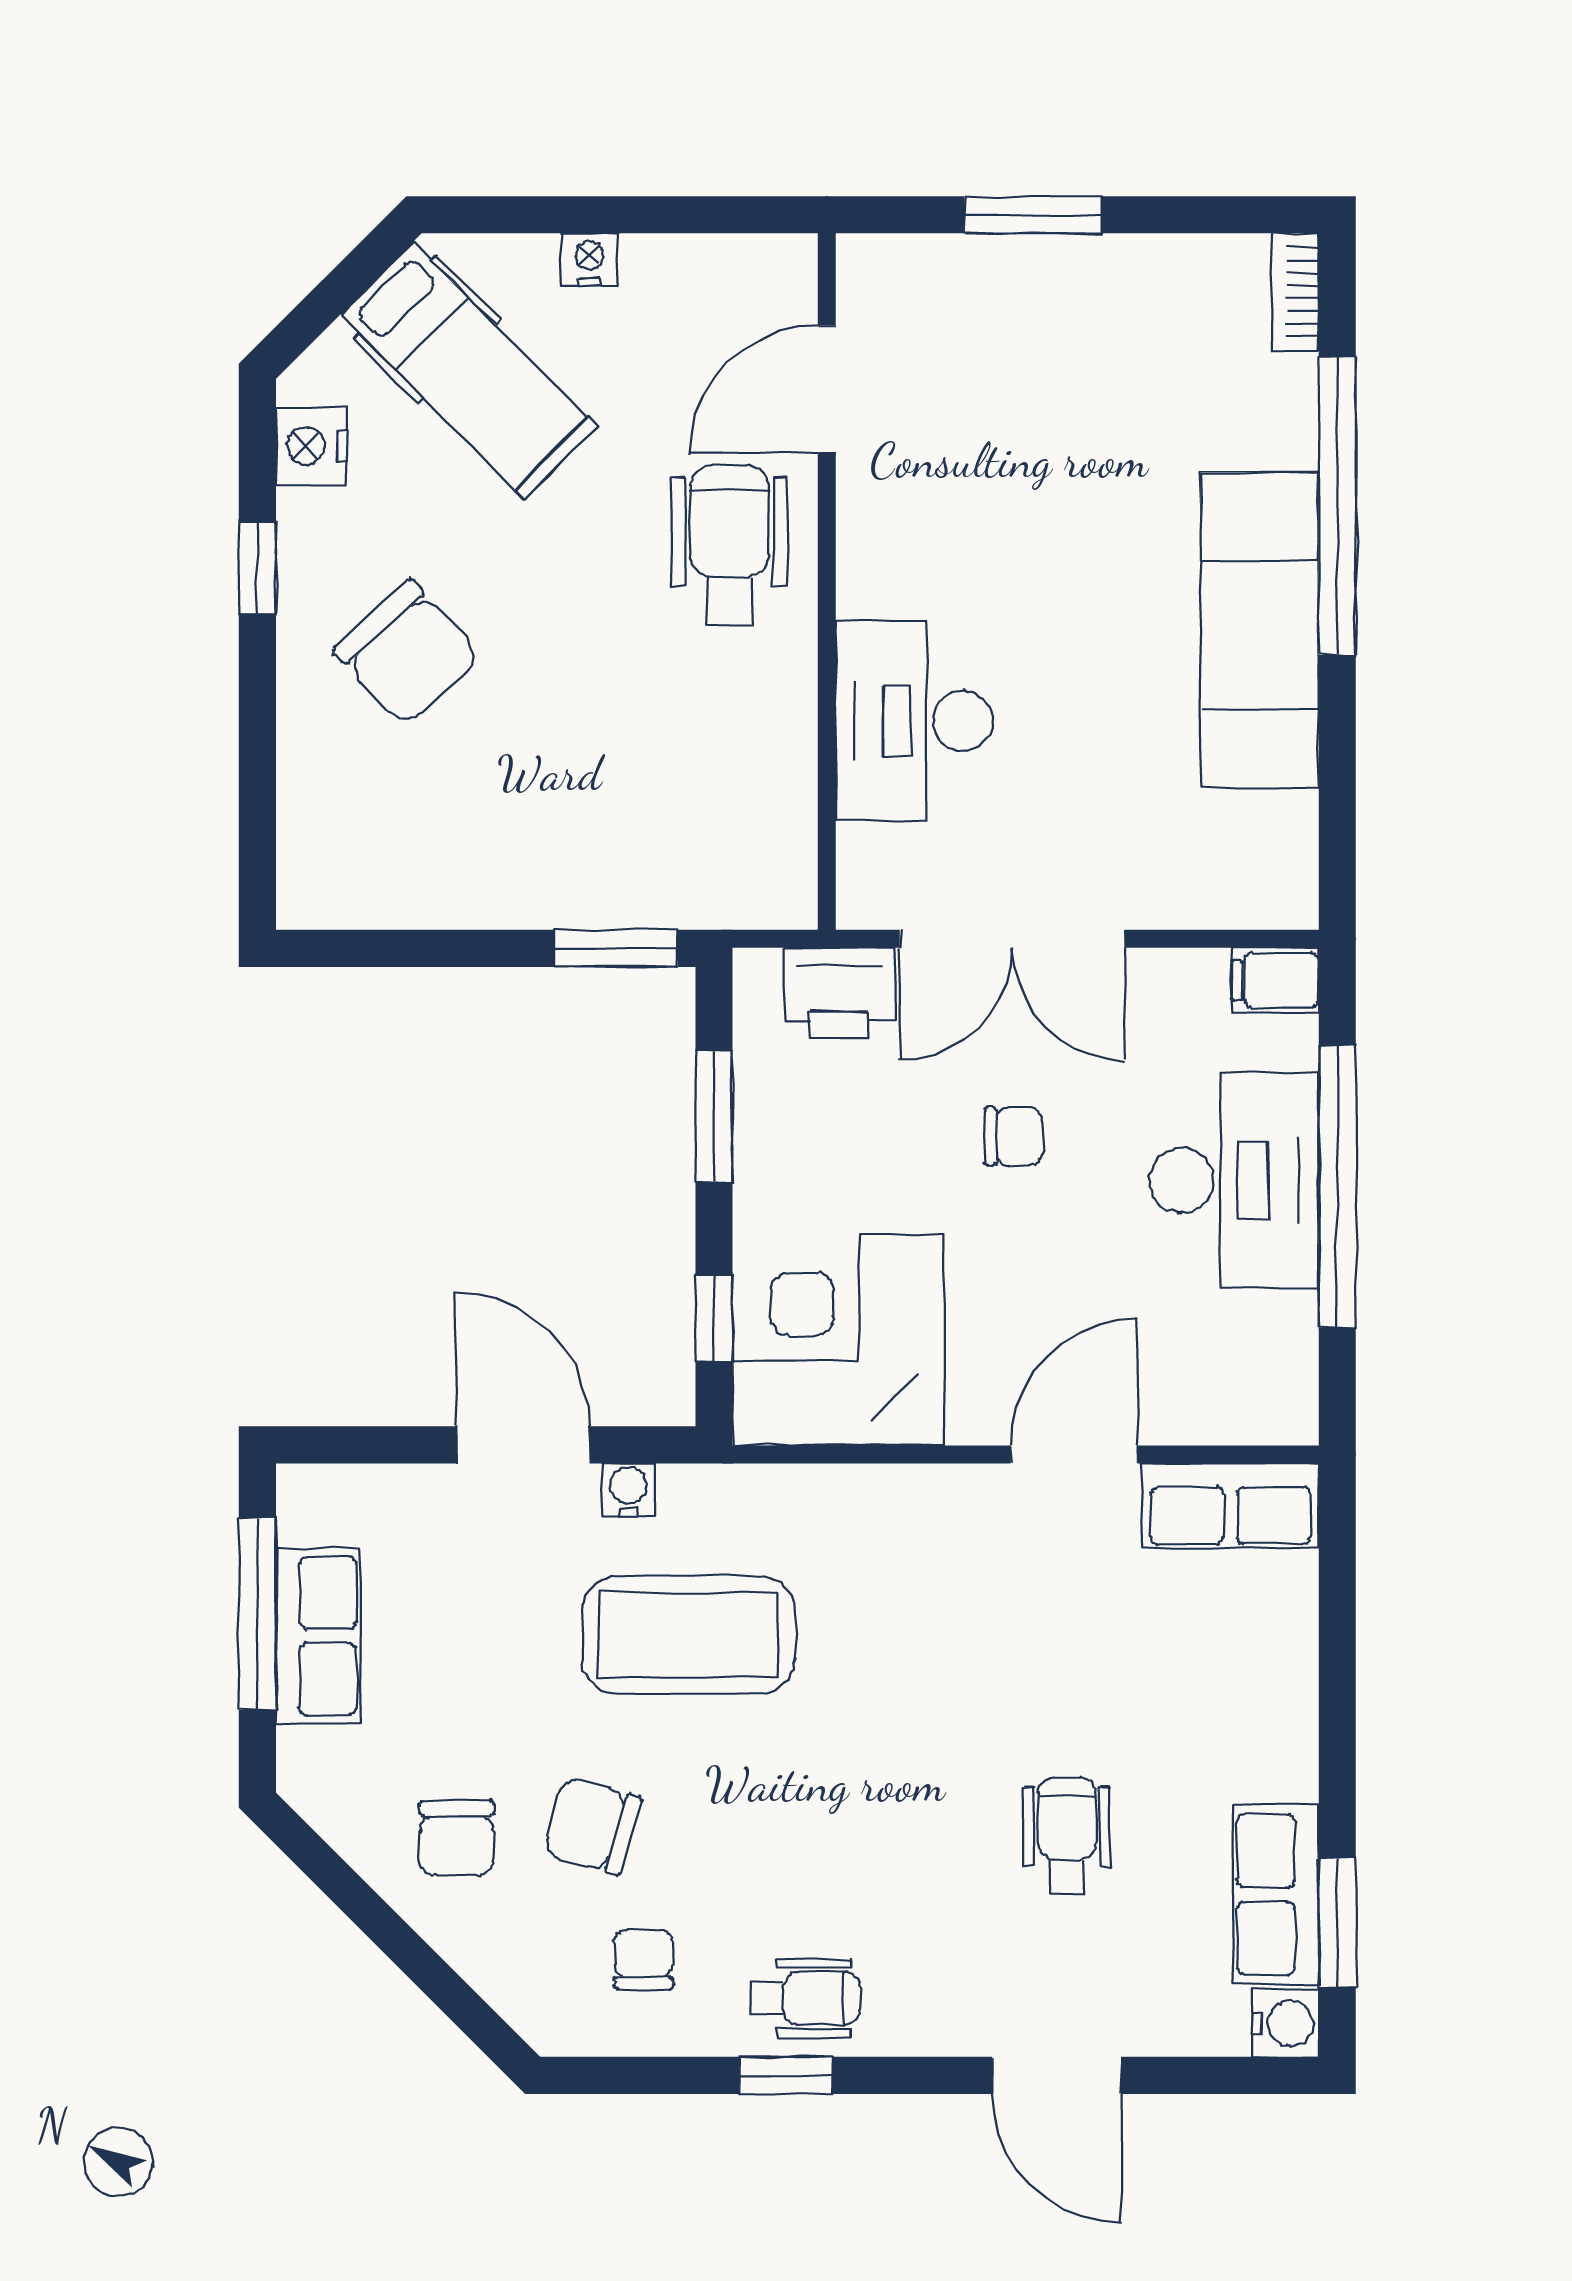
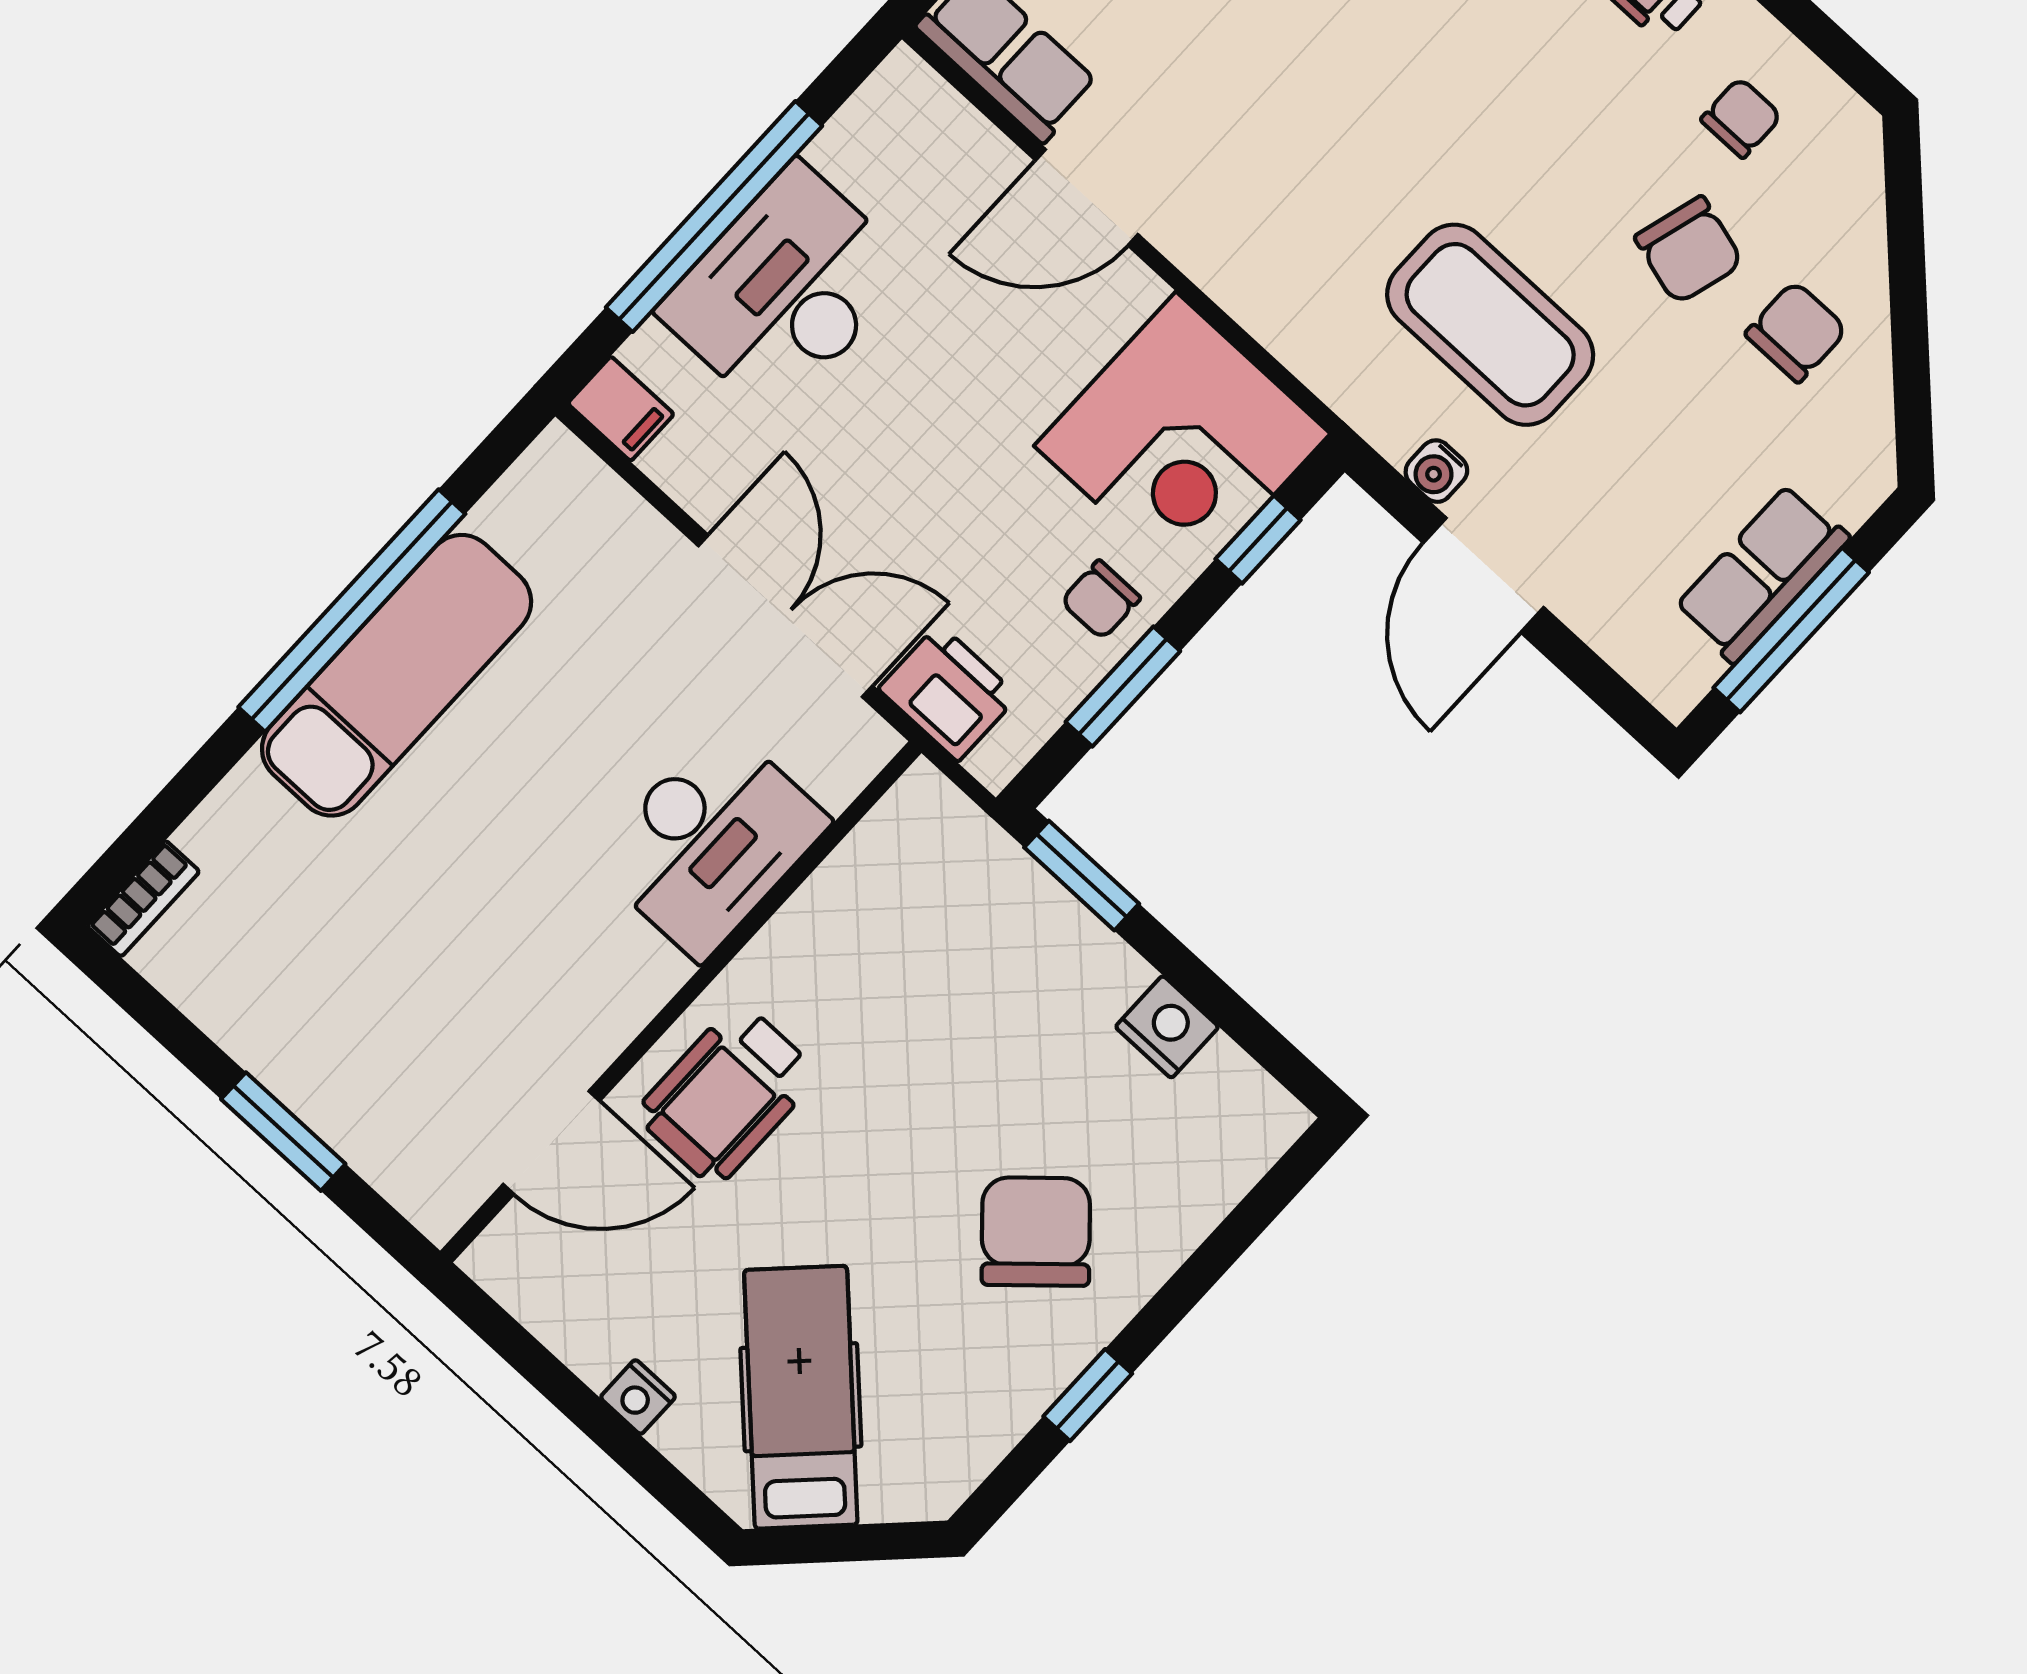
nightstand: (311, 446) -> (1167, 1027), moved, turned -90
window: (1337, 506) -> (352, 610), moved
chair: (1013, 1136) -> (1101, 600), moved, turned -90
chair: (643, 1959) -> (1741, 118), turned 180

